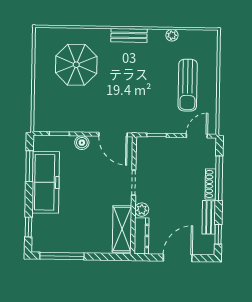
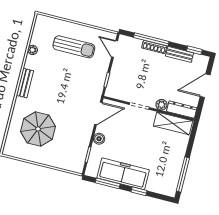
window: (28, 227) -> (139, 191), moved
door: (178, 258) -> (205, 86), hinge flipped

